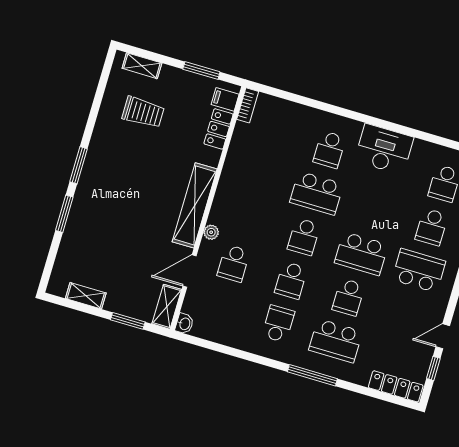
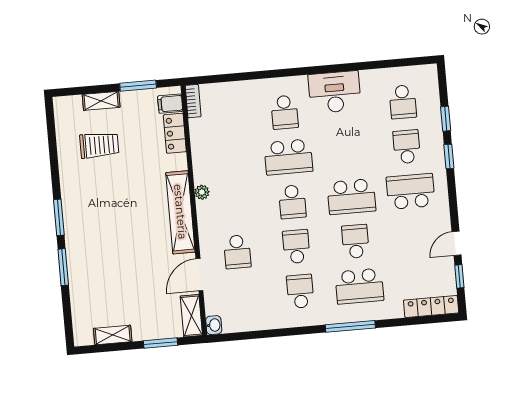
shelving: (142, 66) -> (101, 101), moved
school desk: (432, 227) -> (407, 147), turned 180
plant: (211, 232) -> (202, 192), moved
school desk: (291, 280) -> (296, 247), turned 180
school desk: (348, 297) -> (355, 241), turned 180

